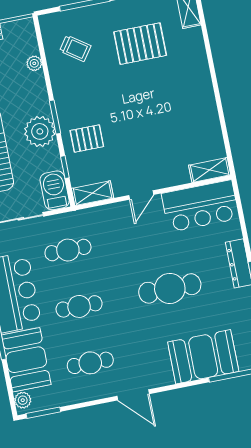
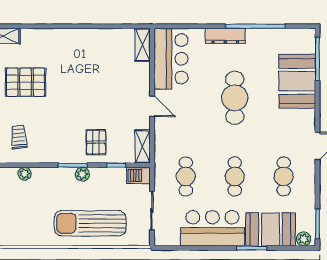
pallet: (140, 44) -> (26, 82), turned 90
trolley: (75, 48) -> (19, 137), turned -40
plant: (40, 131) -> (82, 174), width x0.53, depth x0.53
barbecue: (55, 190) -> (138, 175), width x0.73, depth x0.79

